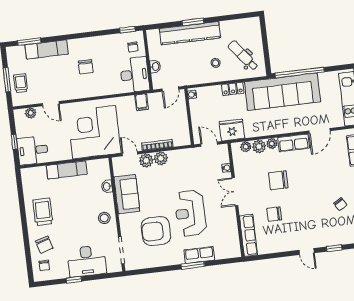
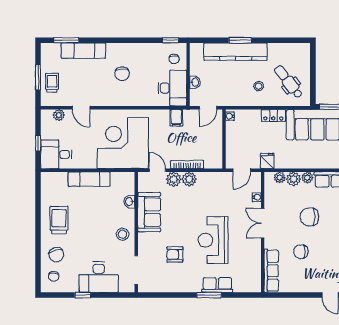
fridge: (232, 130) -> (267, 161), width x0.53, depth x0.75
door: (209, 144) -> (242, 170), swing flipped
armchair: (156, 231) -> (175, 255), width x0.53, depth x0.53

